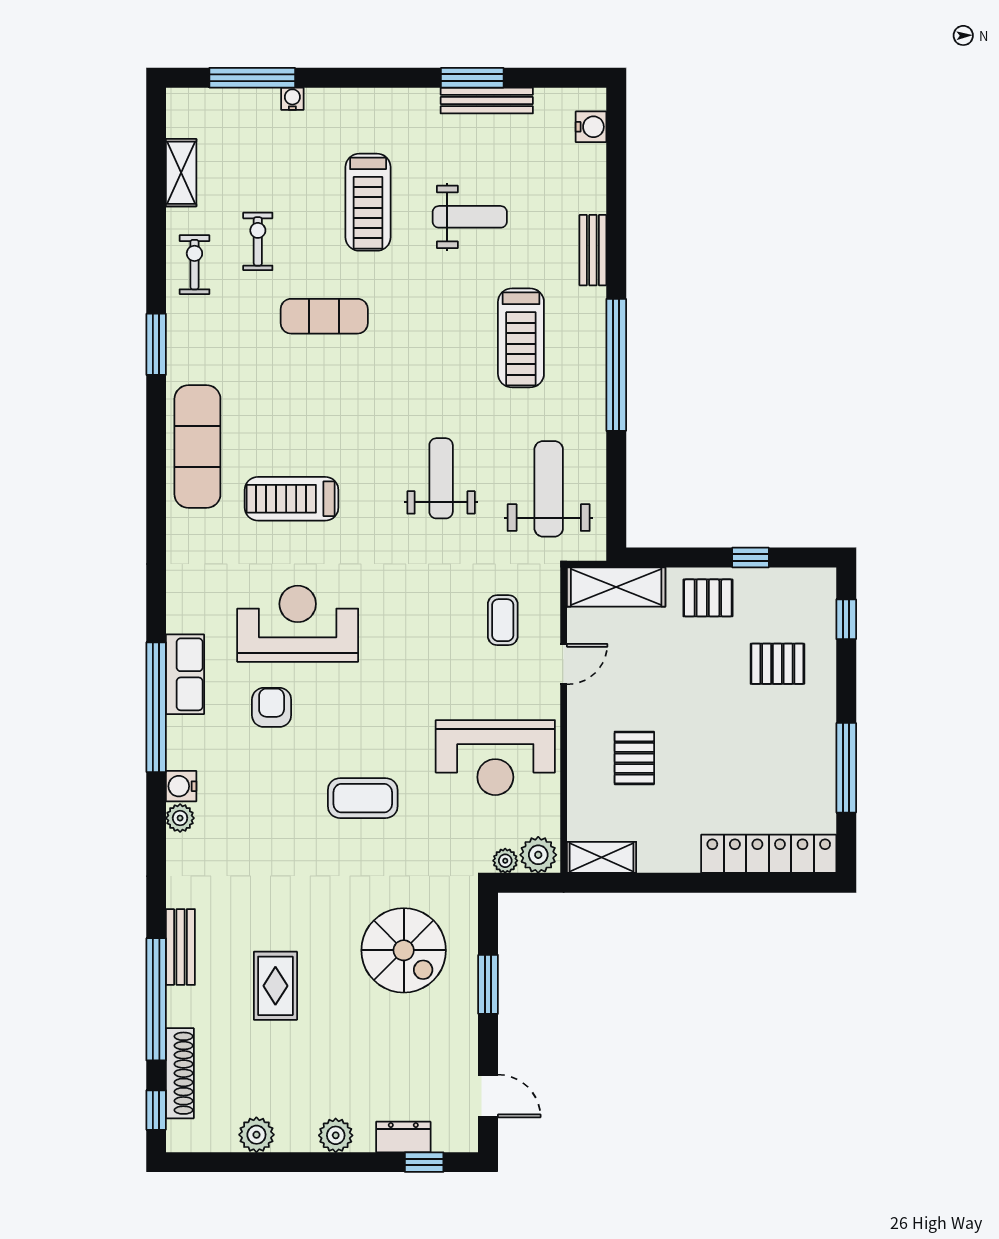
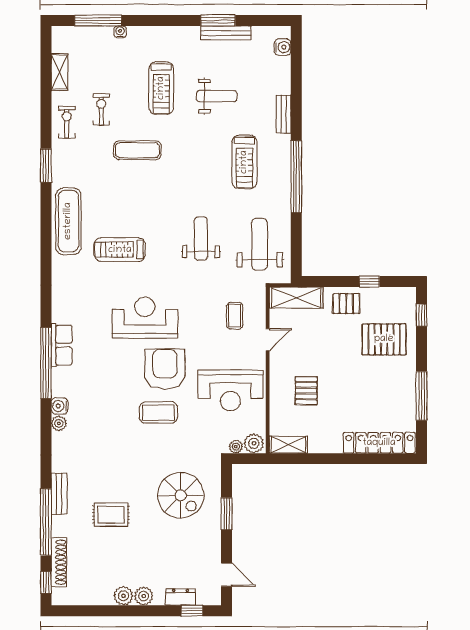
reception desk: (298, 624) -> (145, 318), moved
pallet: (777, 664) -> (384, 339), width x1.50, depth x1.42
armchair: (272, 707) -> (165, 369), moved, width x1.88, depth x1.88
rug: (275, 986) -> (111, 515), turned 90
plant: (256, 1135) -> (123, 596), moved

